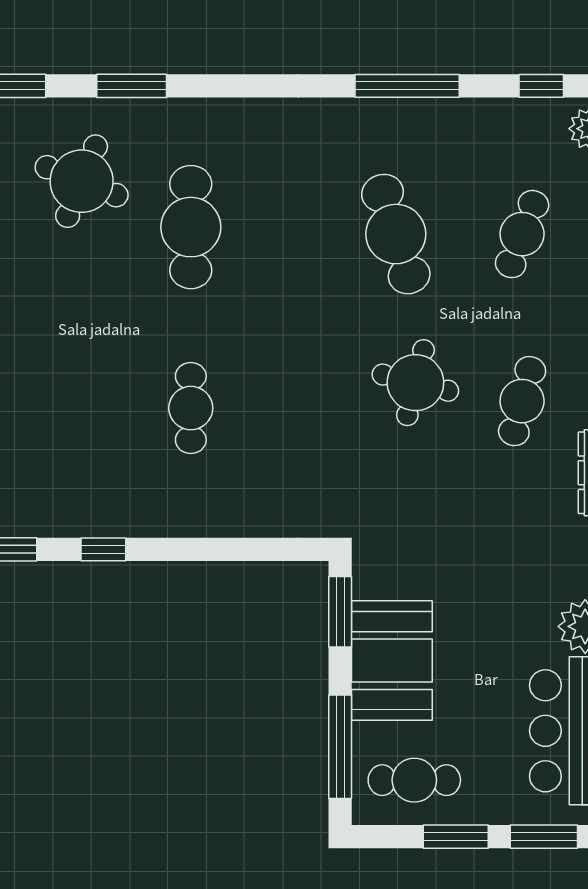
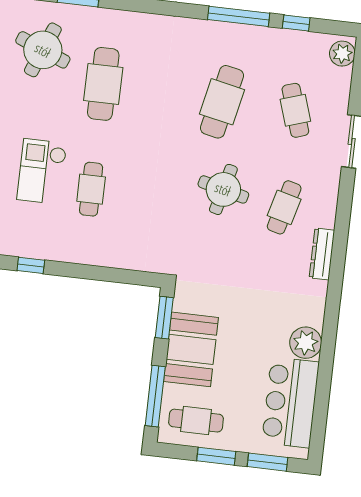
window: (541, 86) -> (296, 23), moved
cafe table: (396, 234) -> (222, 102), turned 30
cafe table: (522, 234) -> (295, 110), turned -39
checkout: (104, 388) -> (42, 171), added

